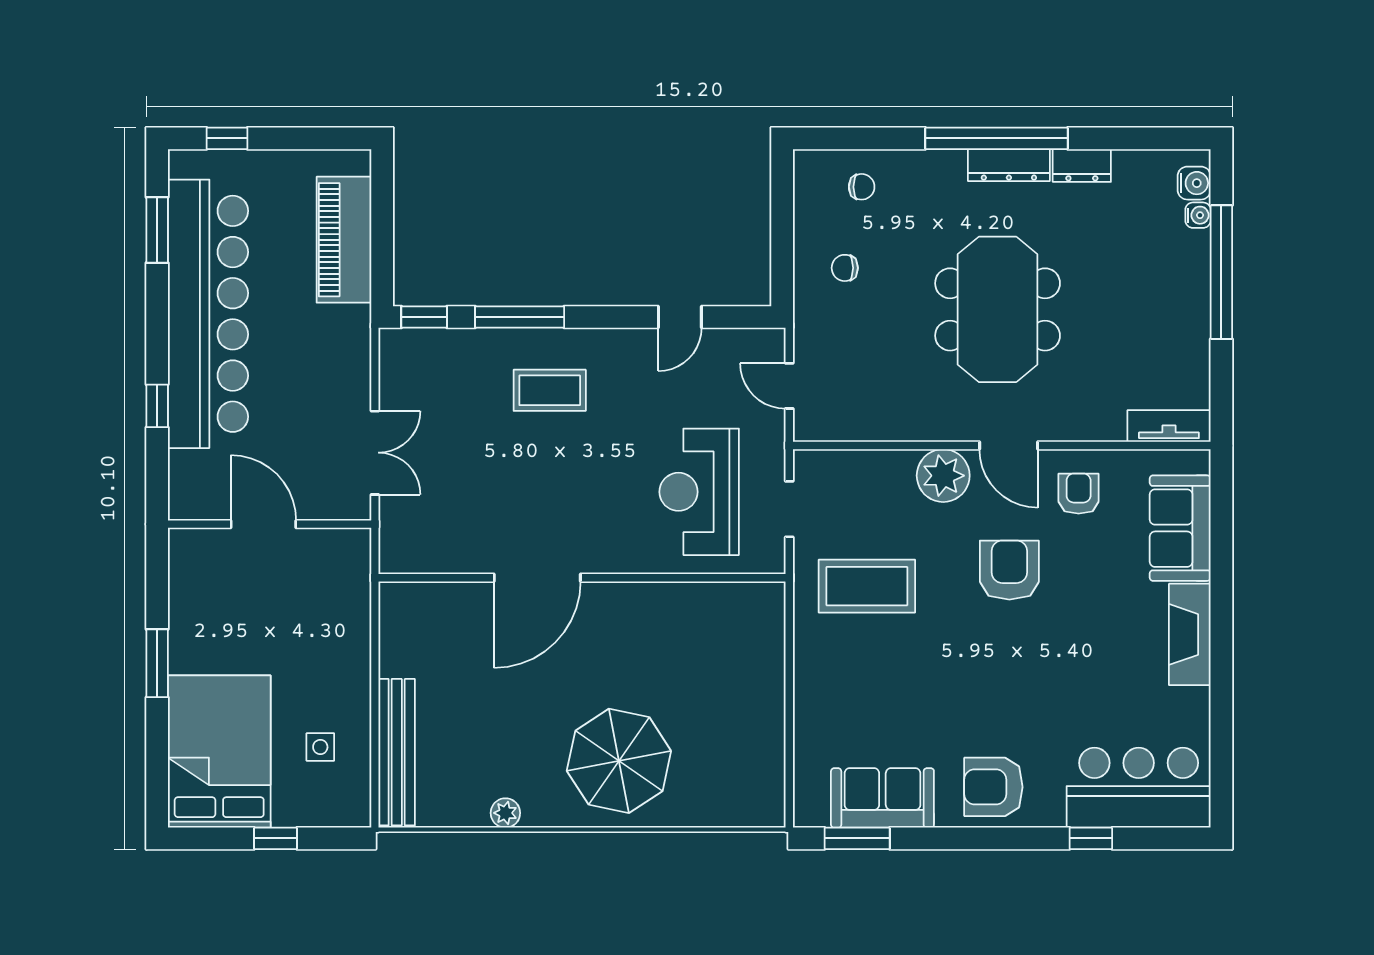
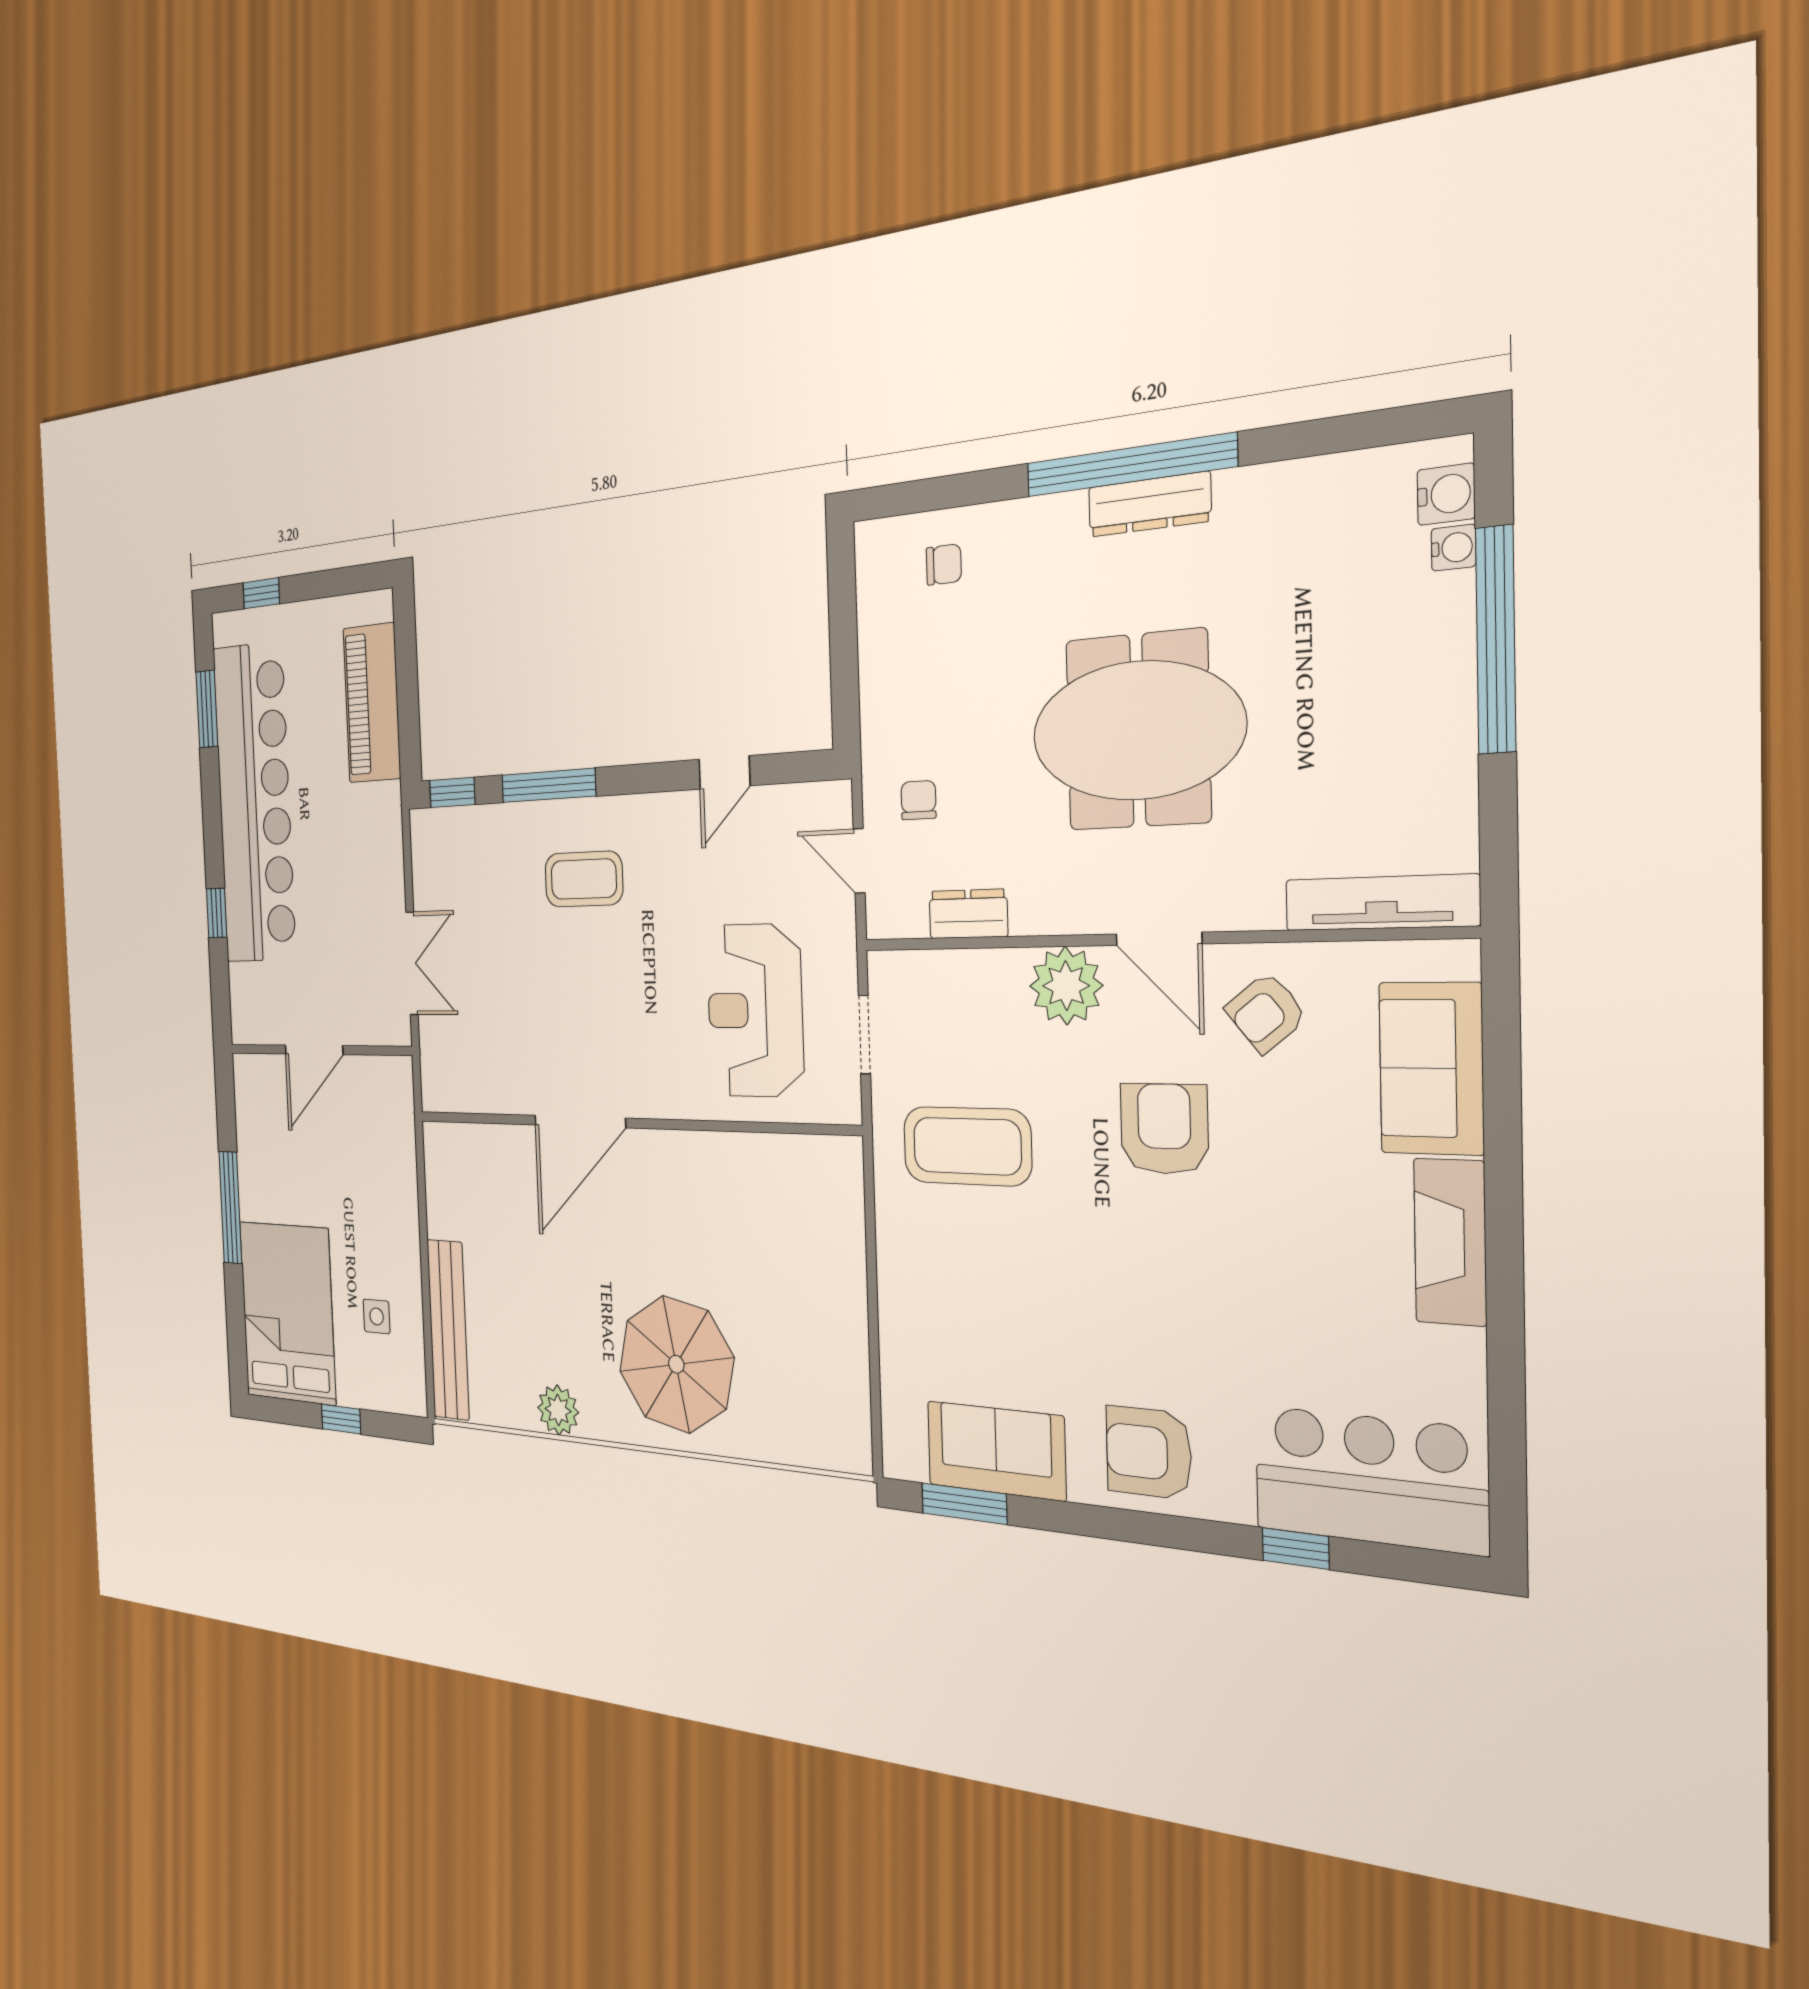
dresser: (1082, 166) -> (968, 914), moved, turned 180
chair: (845, 268) -> (918, 800), moved, turned 90
meeting table: (998, 309) -> (1138, 730), turned 90
tv unit: (1169, 426) -> (1381, 903), width x1.41
armchair: (1079, 494) -> (1266, 1012), turned -129
door: (263, 524) -> (314, 1050), swing flipped
window: (157, 663) -> (230, 1207), width x1.44
plant: (505, 813) -> (558, 1410), width x1.38, depth x1.38

